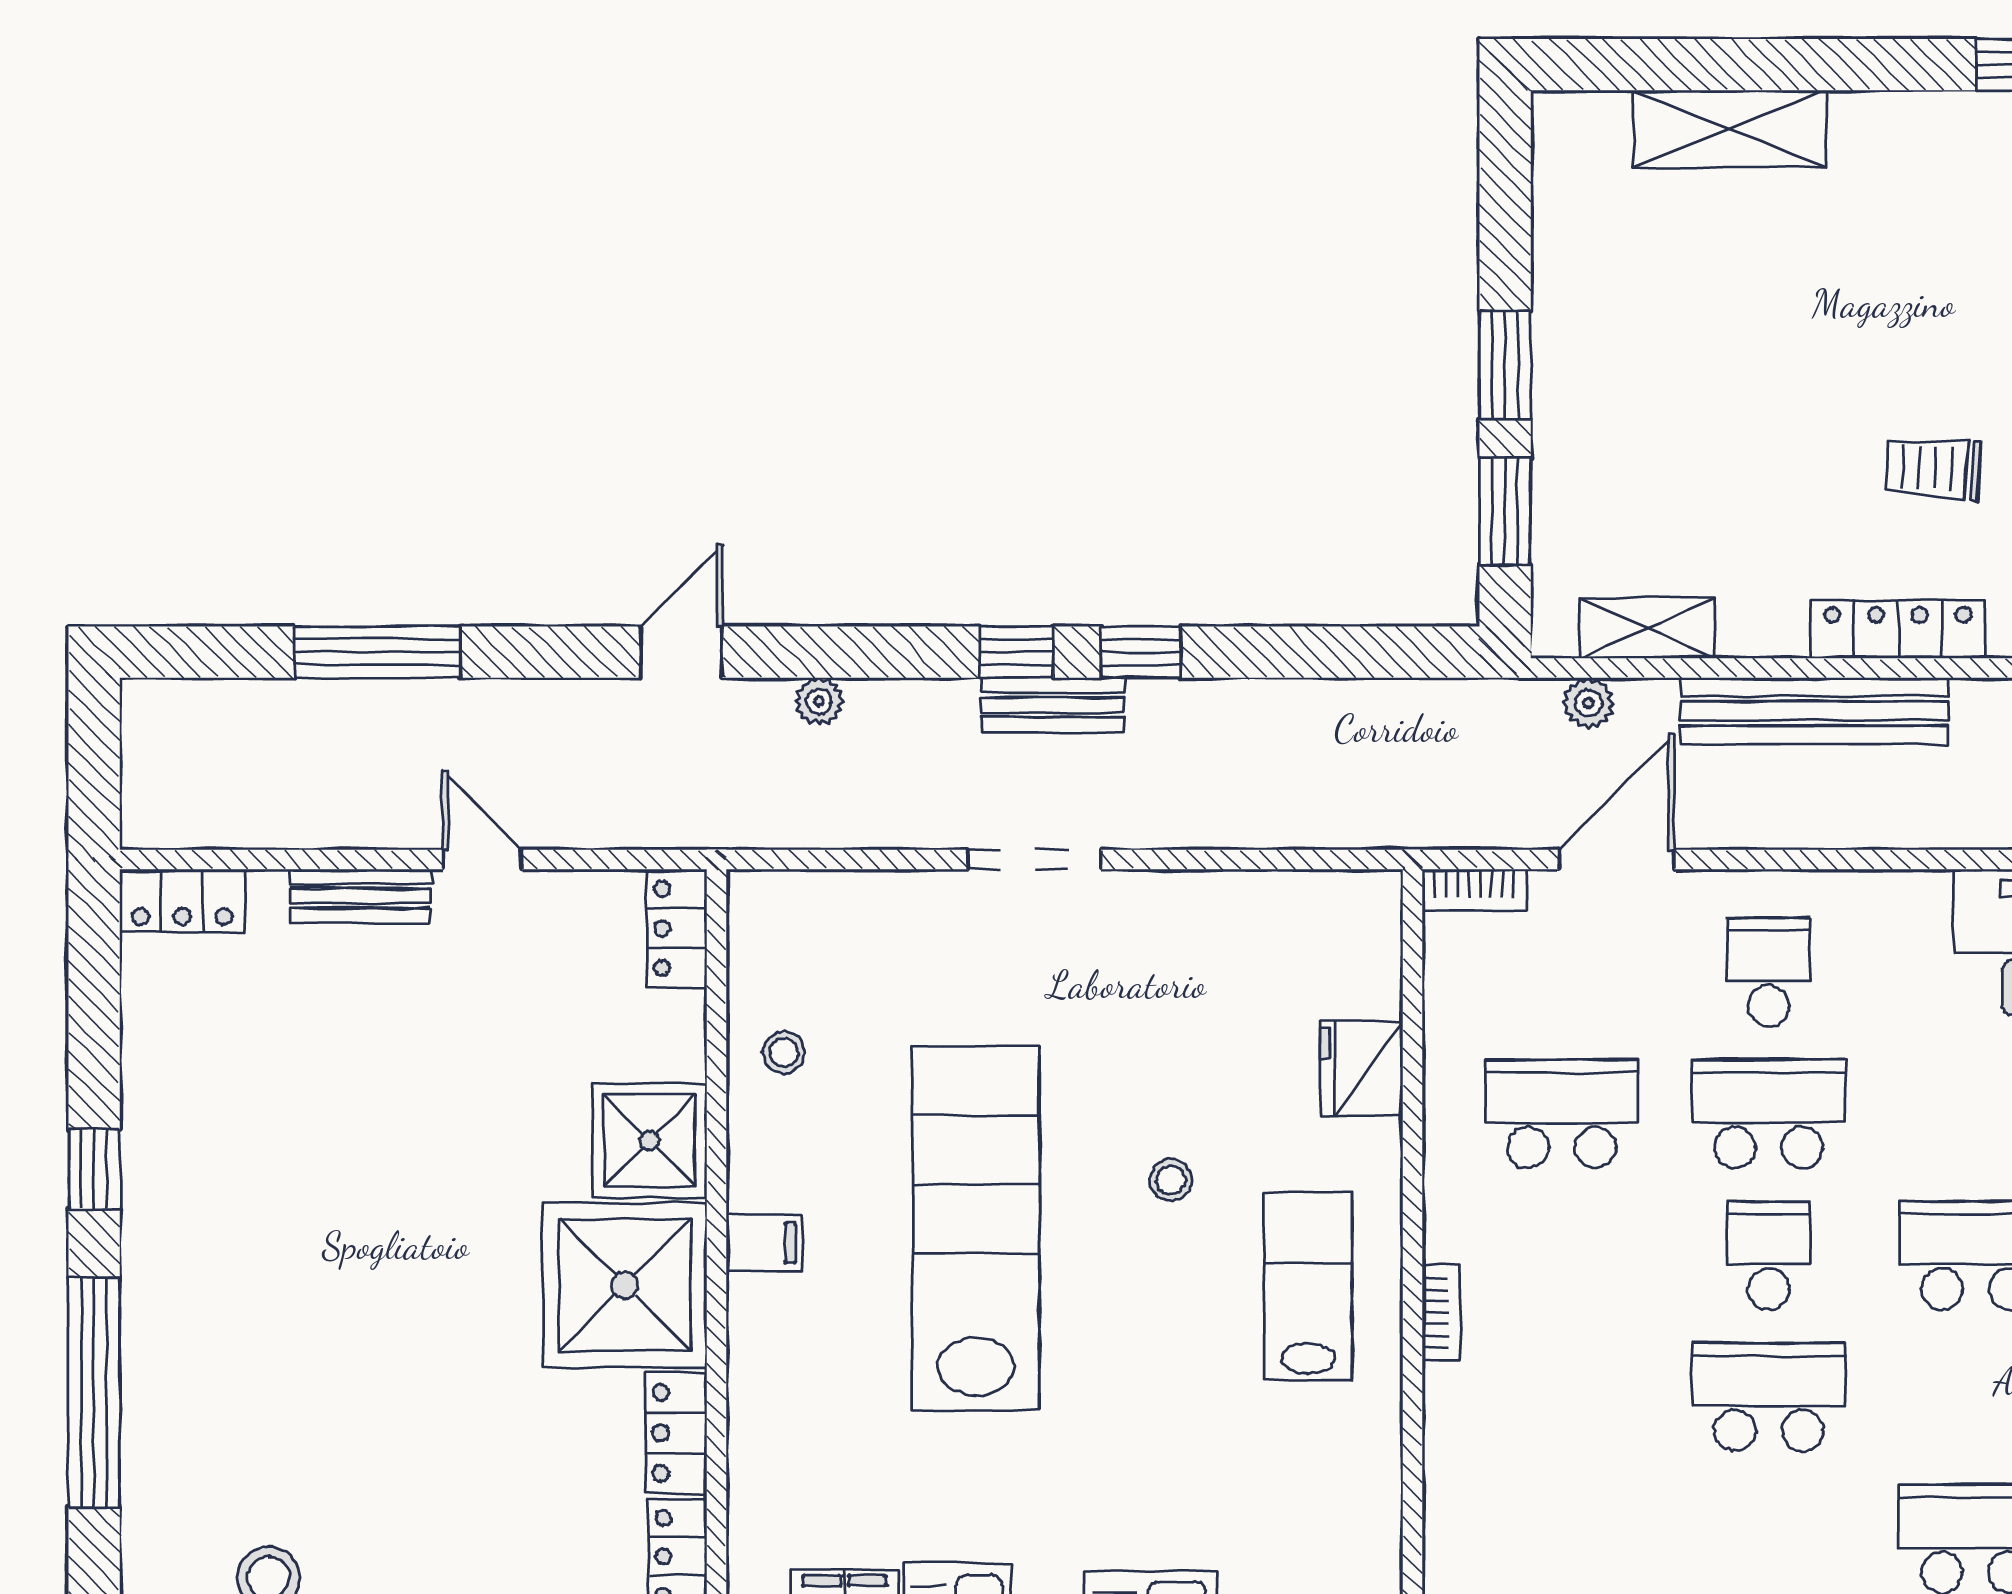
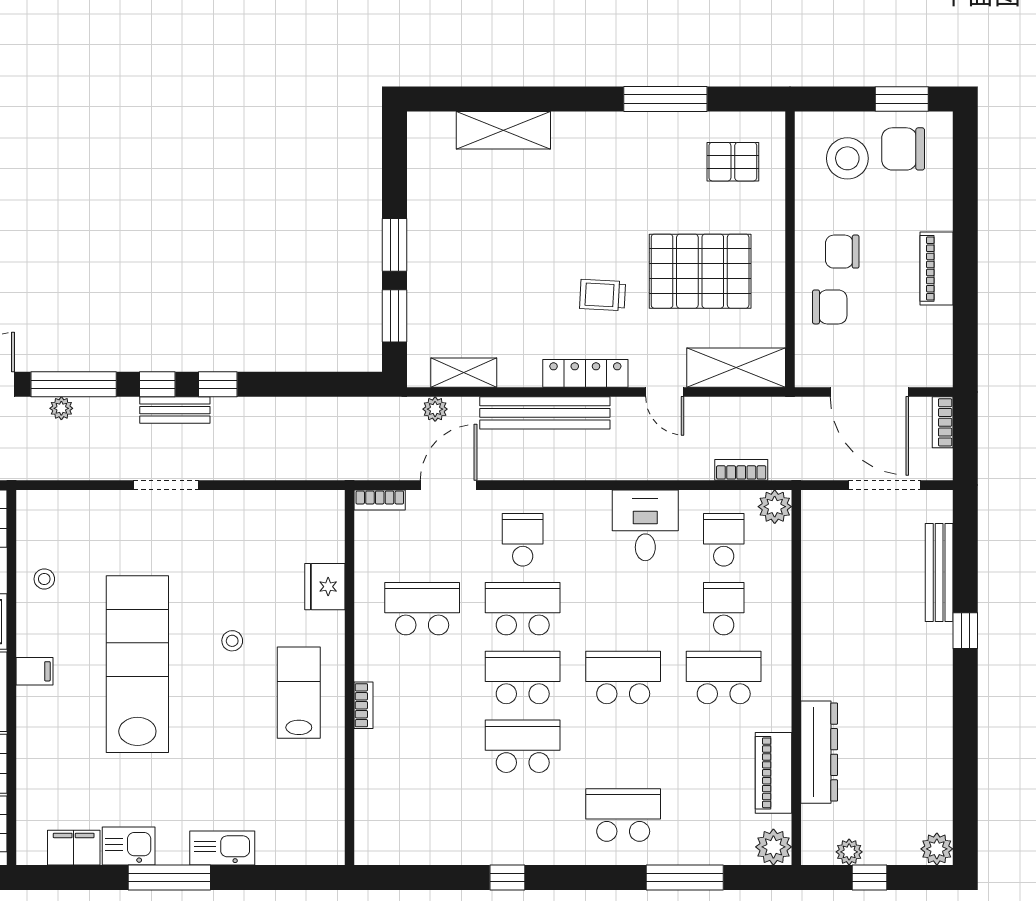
window: (844, 652) -> (74, 384), added
school desk: (1769, 1255) -> (523, 677), width x1.85

